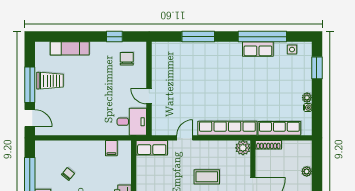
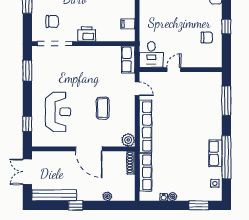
wall: (149, 88) -> (181, 70), moved
door: (149, 96) -> (174, 70), moved
desk: (132, 122) -> (151, 54), moved

